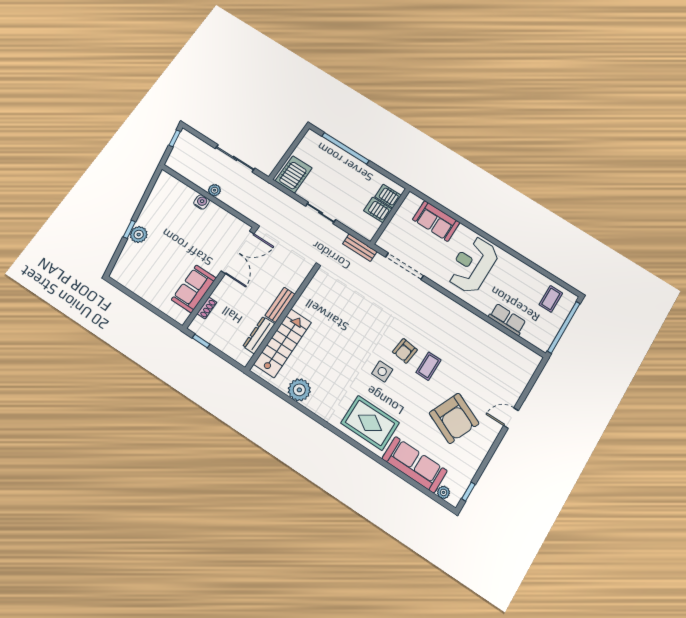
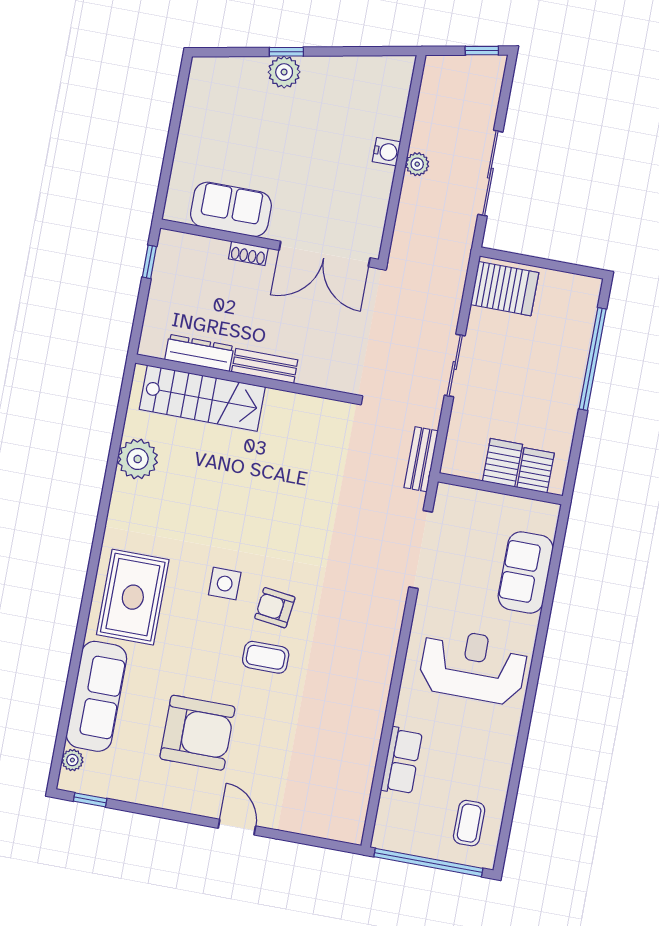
coffee table: (551, 299) -> (469, 823), turned 90
shoe rack: (207, 308) -> (248, 253), moved
armchair: (454, 418) -> (197, 733), turned -114

